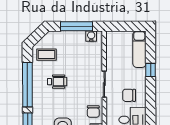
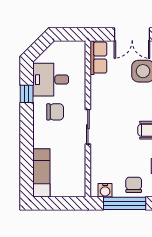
window: (151, 70) -> (27, 94), moved
chair: (93, 111) -> (134, 185), moved

